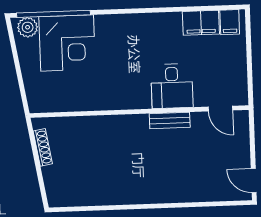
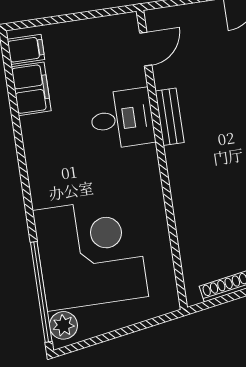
corner desk: (67, 43) -> (90, 253), width x1.36, depth x1.36

